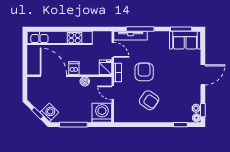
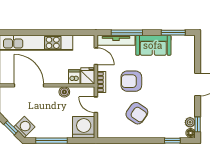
sofa: (185, 40) -> (153, 45), moved
dishwasher: (74, 68) -> (74, 77), moved
armchair: (144, 72) -> (131, 81), turned -90

